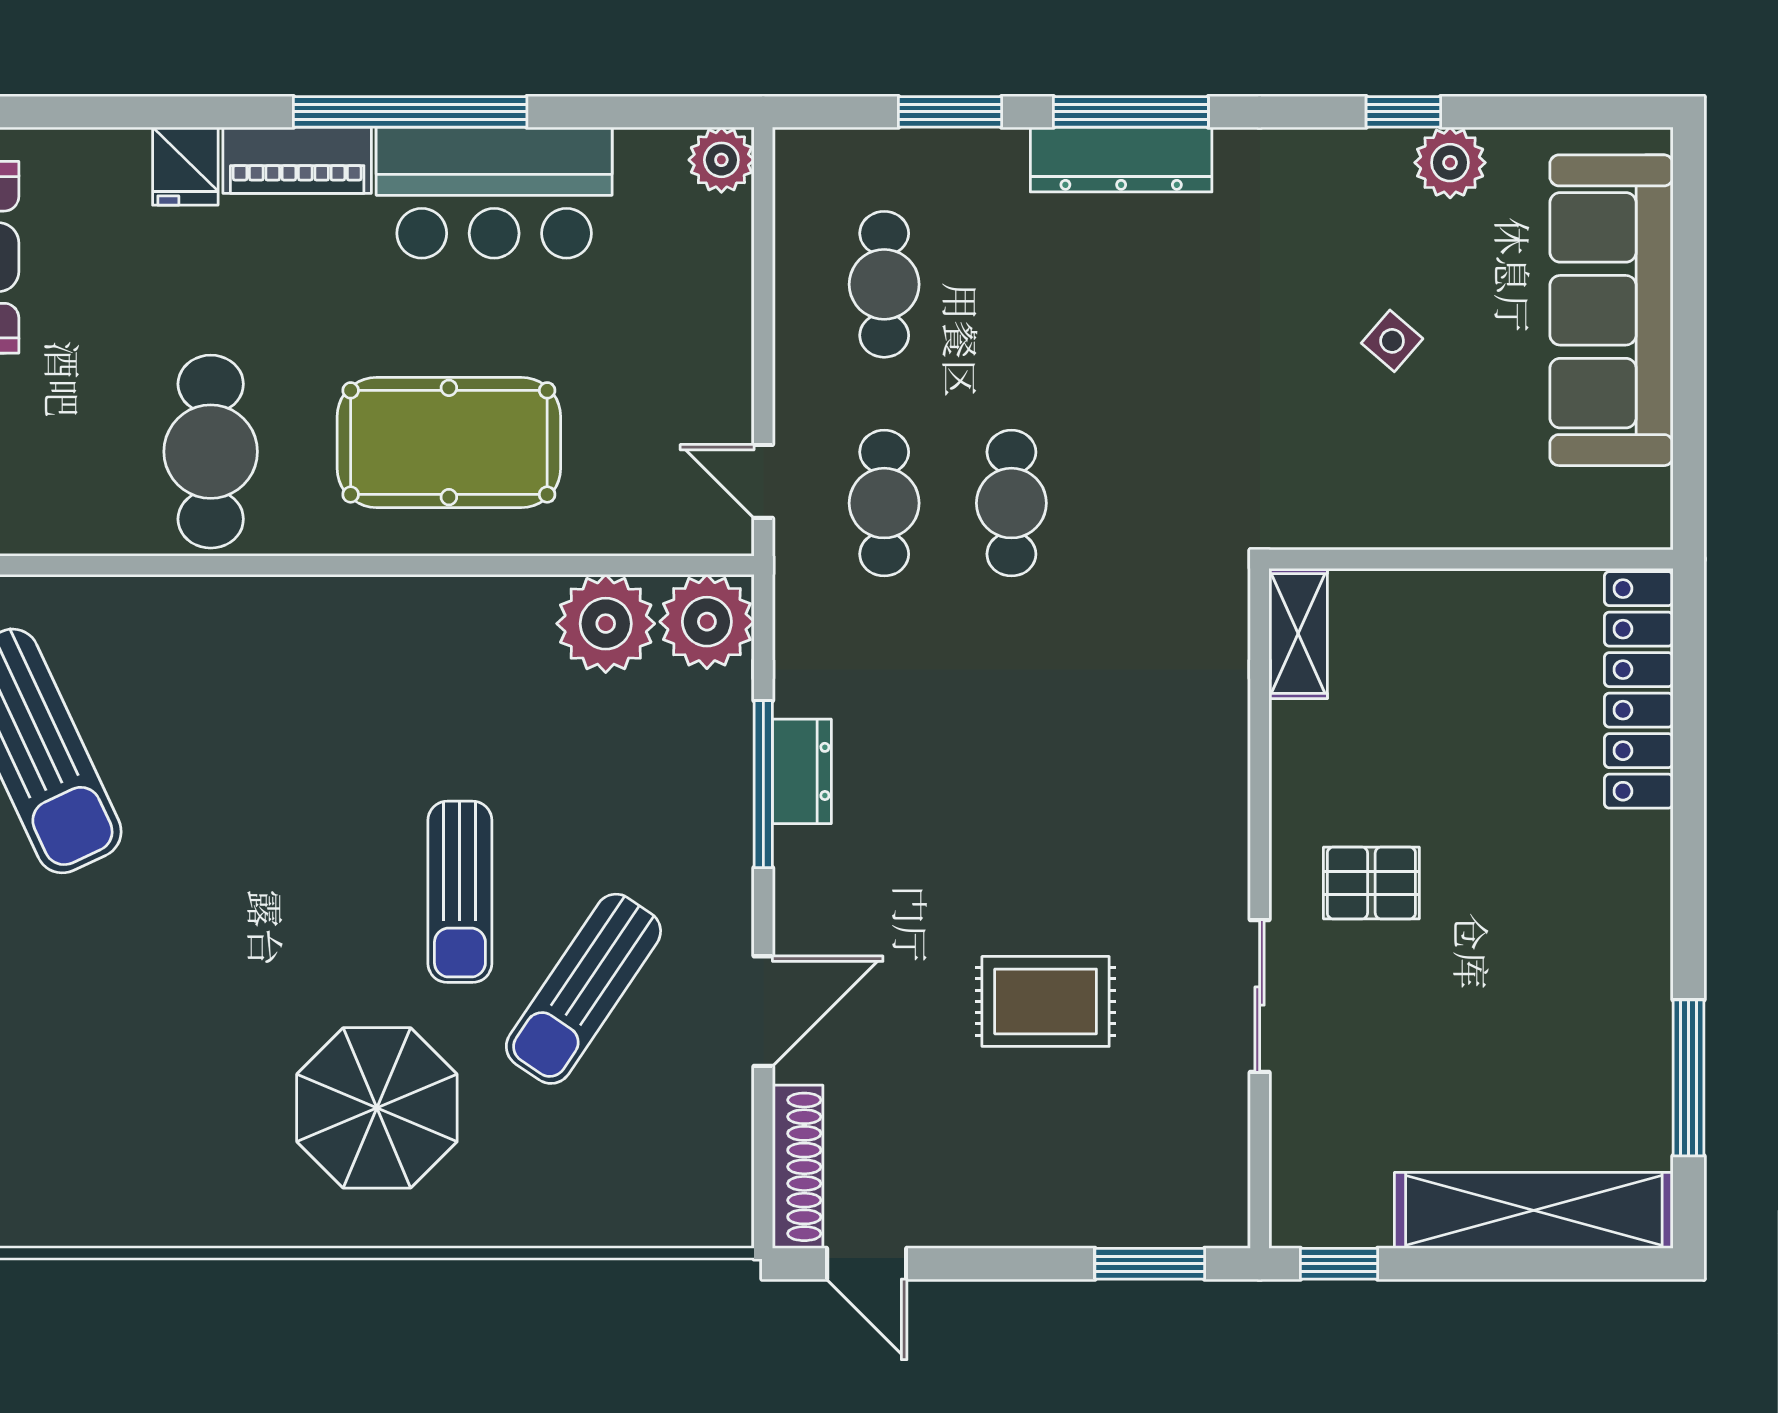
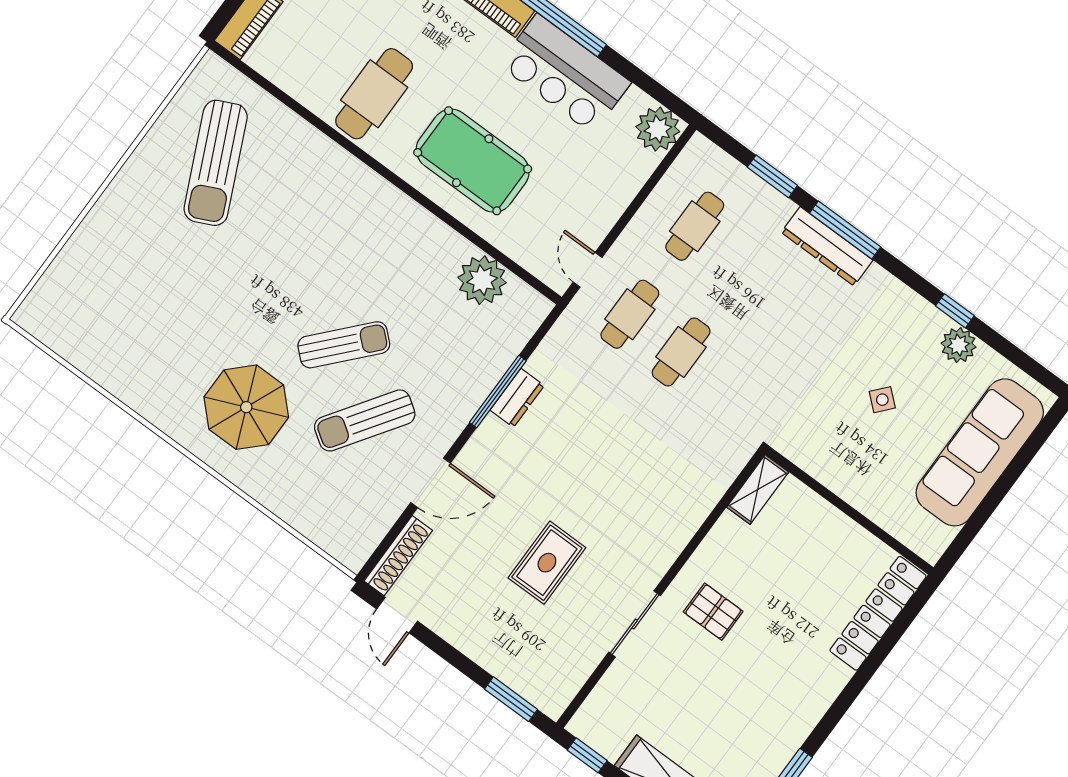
plant: (721, 160) -> (658, 129), width x1.36, depth x1.36
plant: (707, 622) -> (523, 309), removed
sun lounger: (460, 892) -> (344, 345), turned -138
rug: (1046, 1001) -> (547, 563), turned 90

